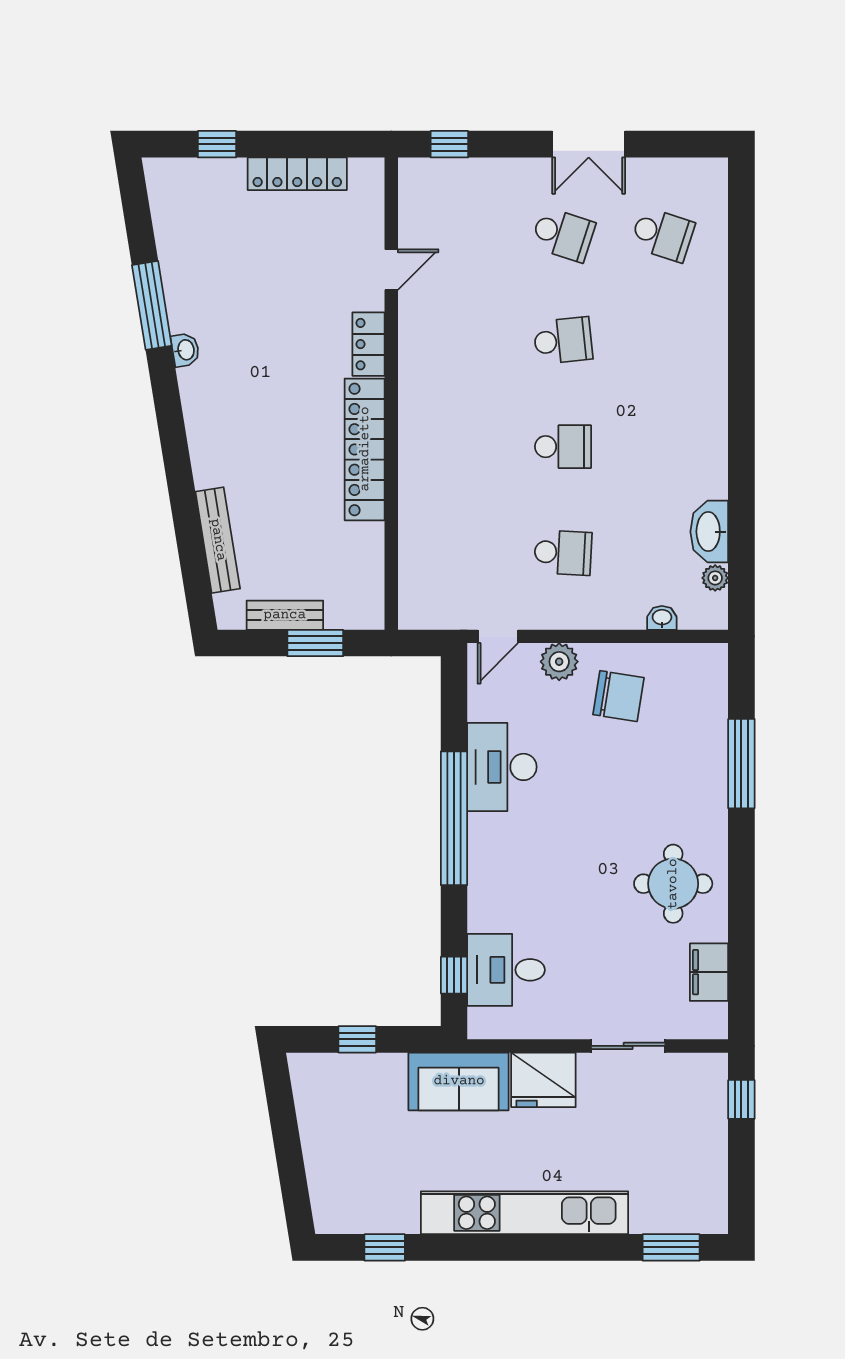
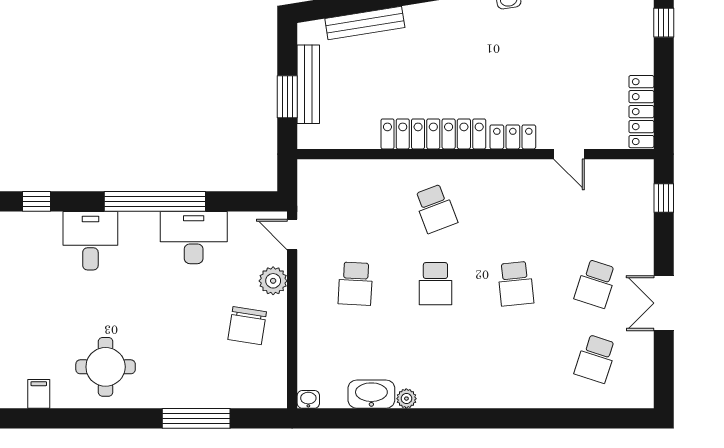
locker: (297, 174) -> (641, 112), moved
school desk: (463, 447) -> (435, 209), added
plant: (715, 578) -> (406, 399), moved
bench: (285, 615) -> (308, 84), width x1.36
washbasin: (662, 618) -> (308, 399), moved, turned -90
desk: (506, 970) -> (90, 241), moved
filing cabinet: (709, 972) -> (39, 394), width x0.50

